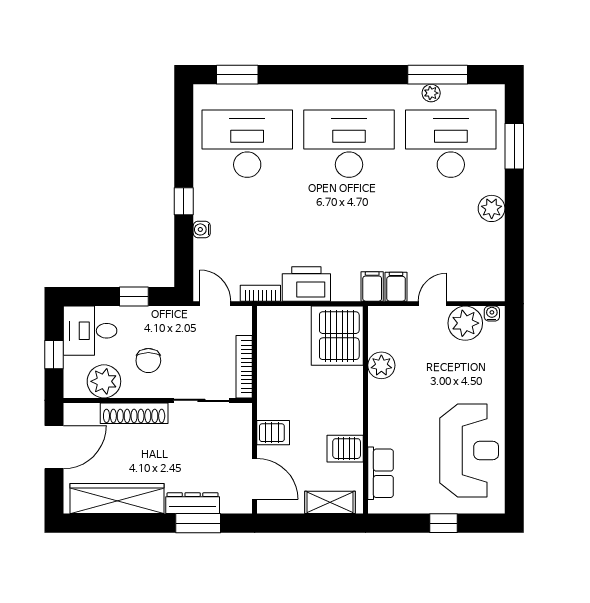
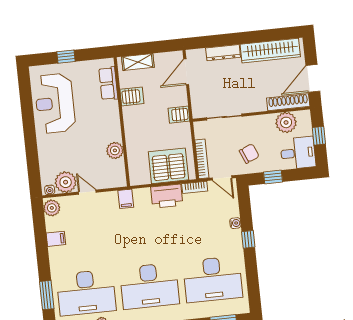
plant: (492, 208) -> (52, 208), moved
filing cabinet: (396, 287) -> (56, 239), moved, turned -90
door: (432, 304) -> (87, 192), swing flipped
server rack: (337, 336) -> (168, 166), moved, turned -90
chair: (148, 361) -> (249, 154), moved, turned 67
bookcase: (244, 367) -> (202, 159), moved
shoe rack: (134, 413) -> (288, 102), moved
server rack: (273, 433) -> (179, 115), moved
door: (255, 479) -> (186, 72), hinge flipped
window: (198, 523) -> (218, 41), removed

